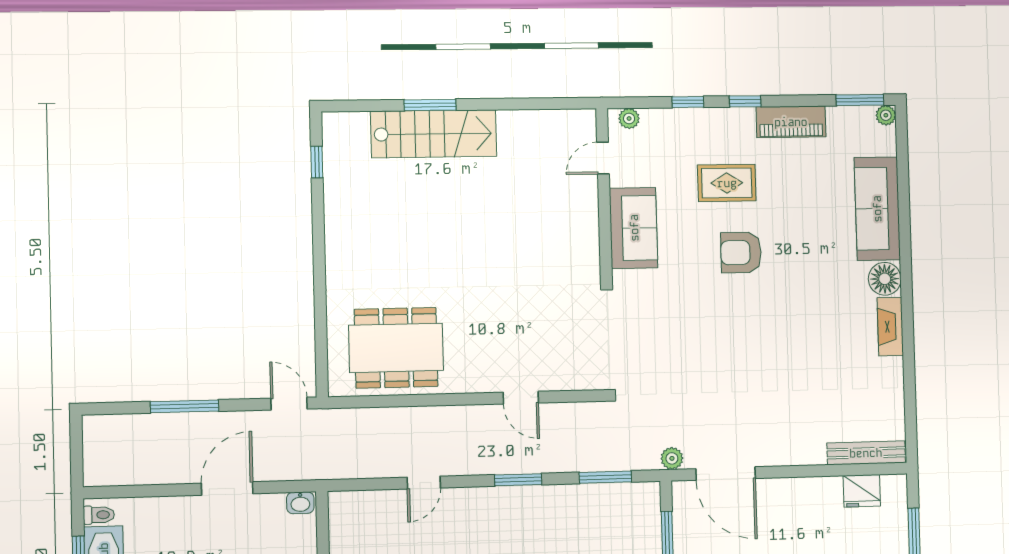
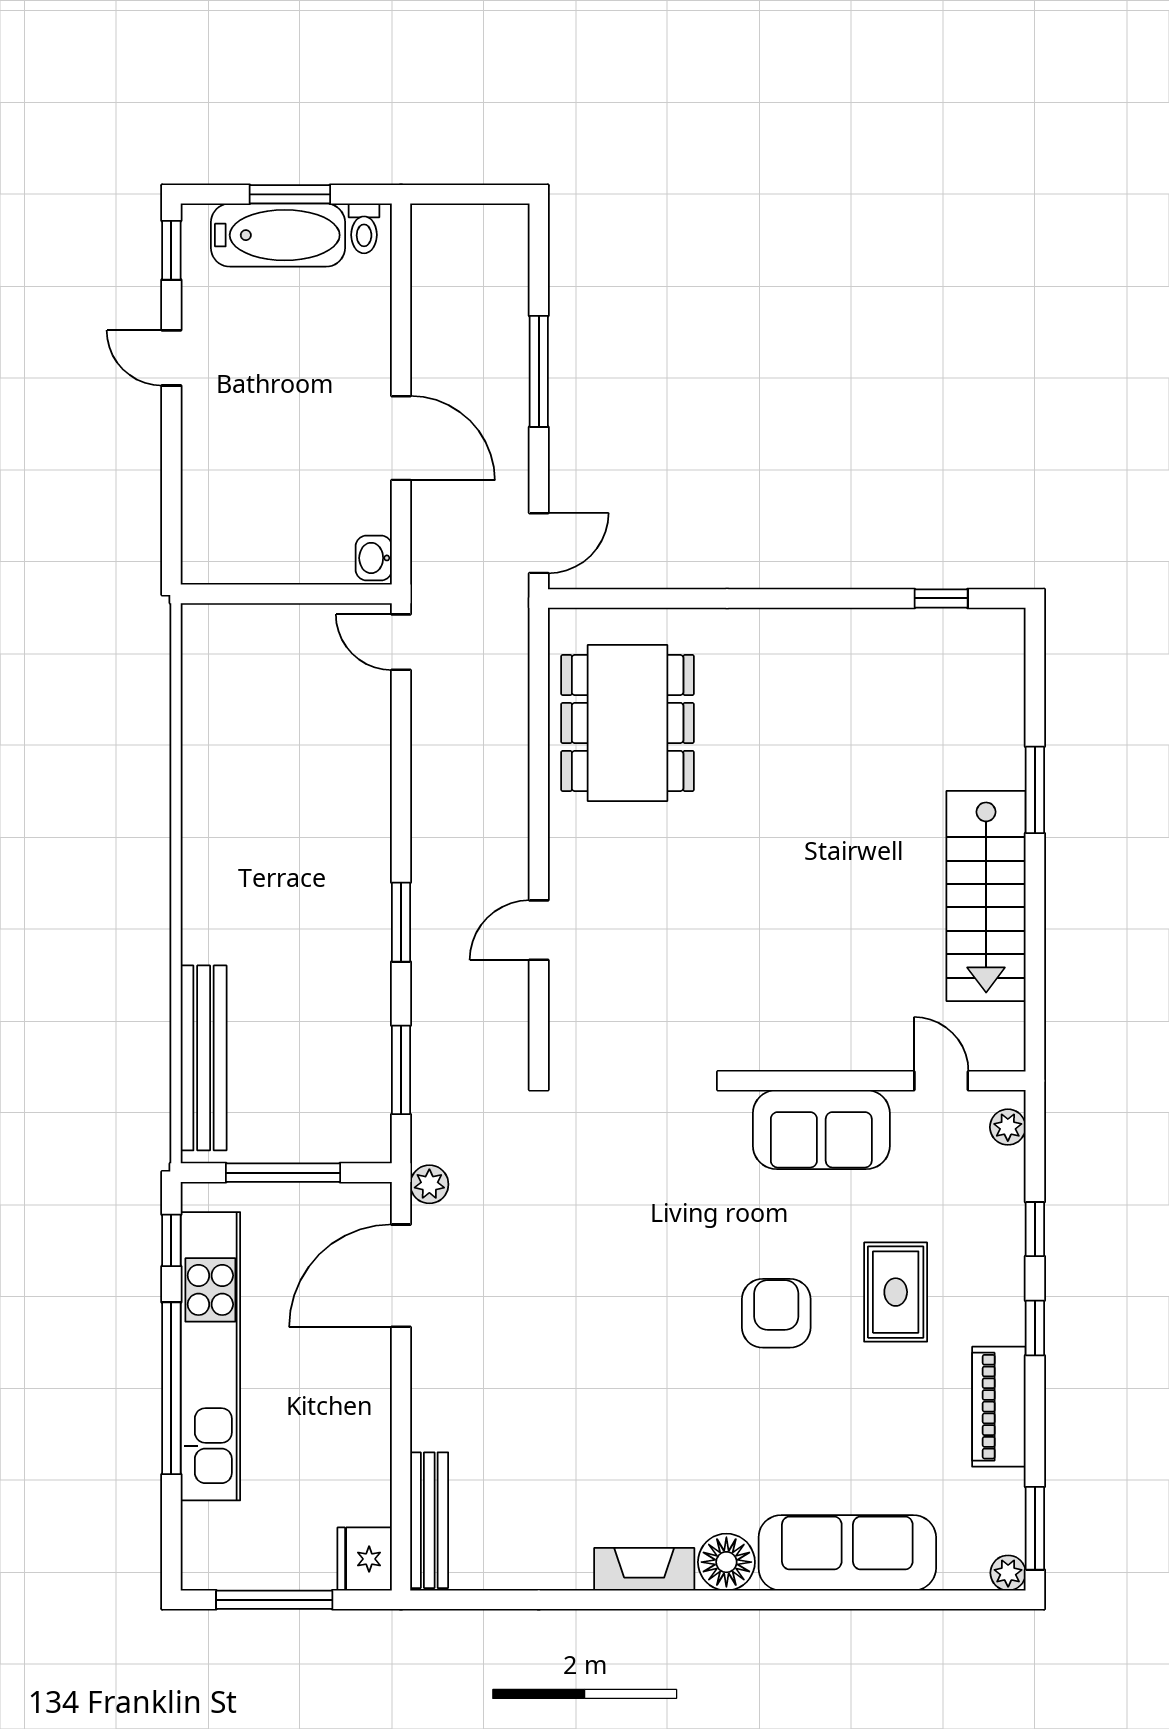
stairs: (434, 134) -> (986, 896), moved
door: (424, 483) -> (401, 642), moved
fridge: (862, 491) -> (365, 1559), moved

